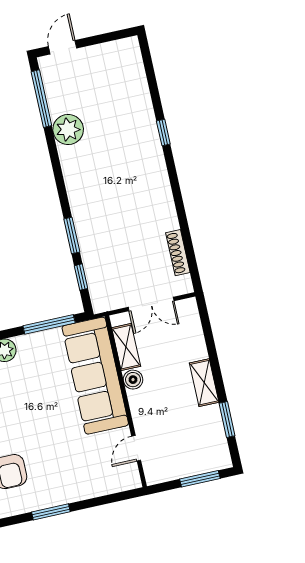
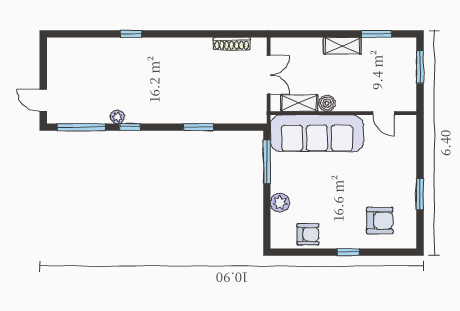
plant: (68, 129) -> (117, 117), width x0.53, depth x0.53
window: (81, 277) -> (130, 127), moved

